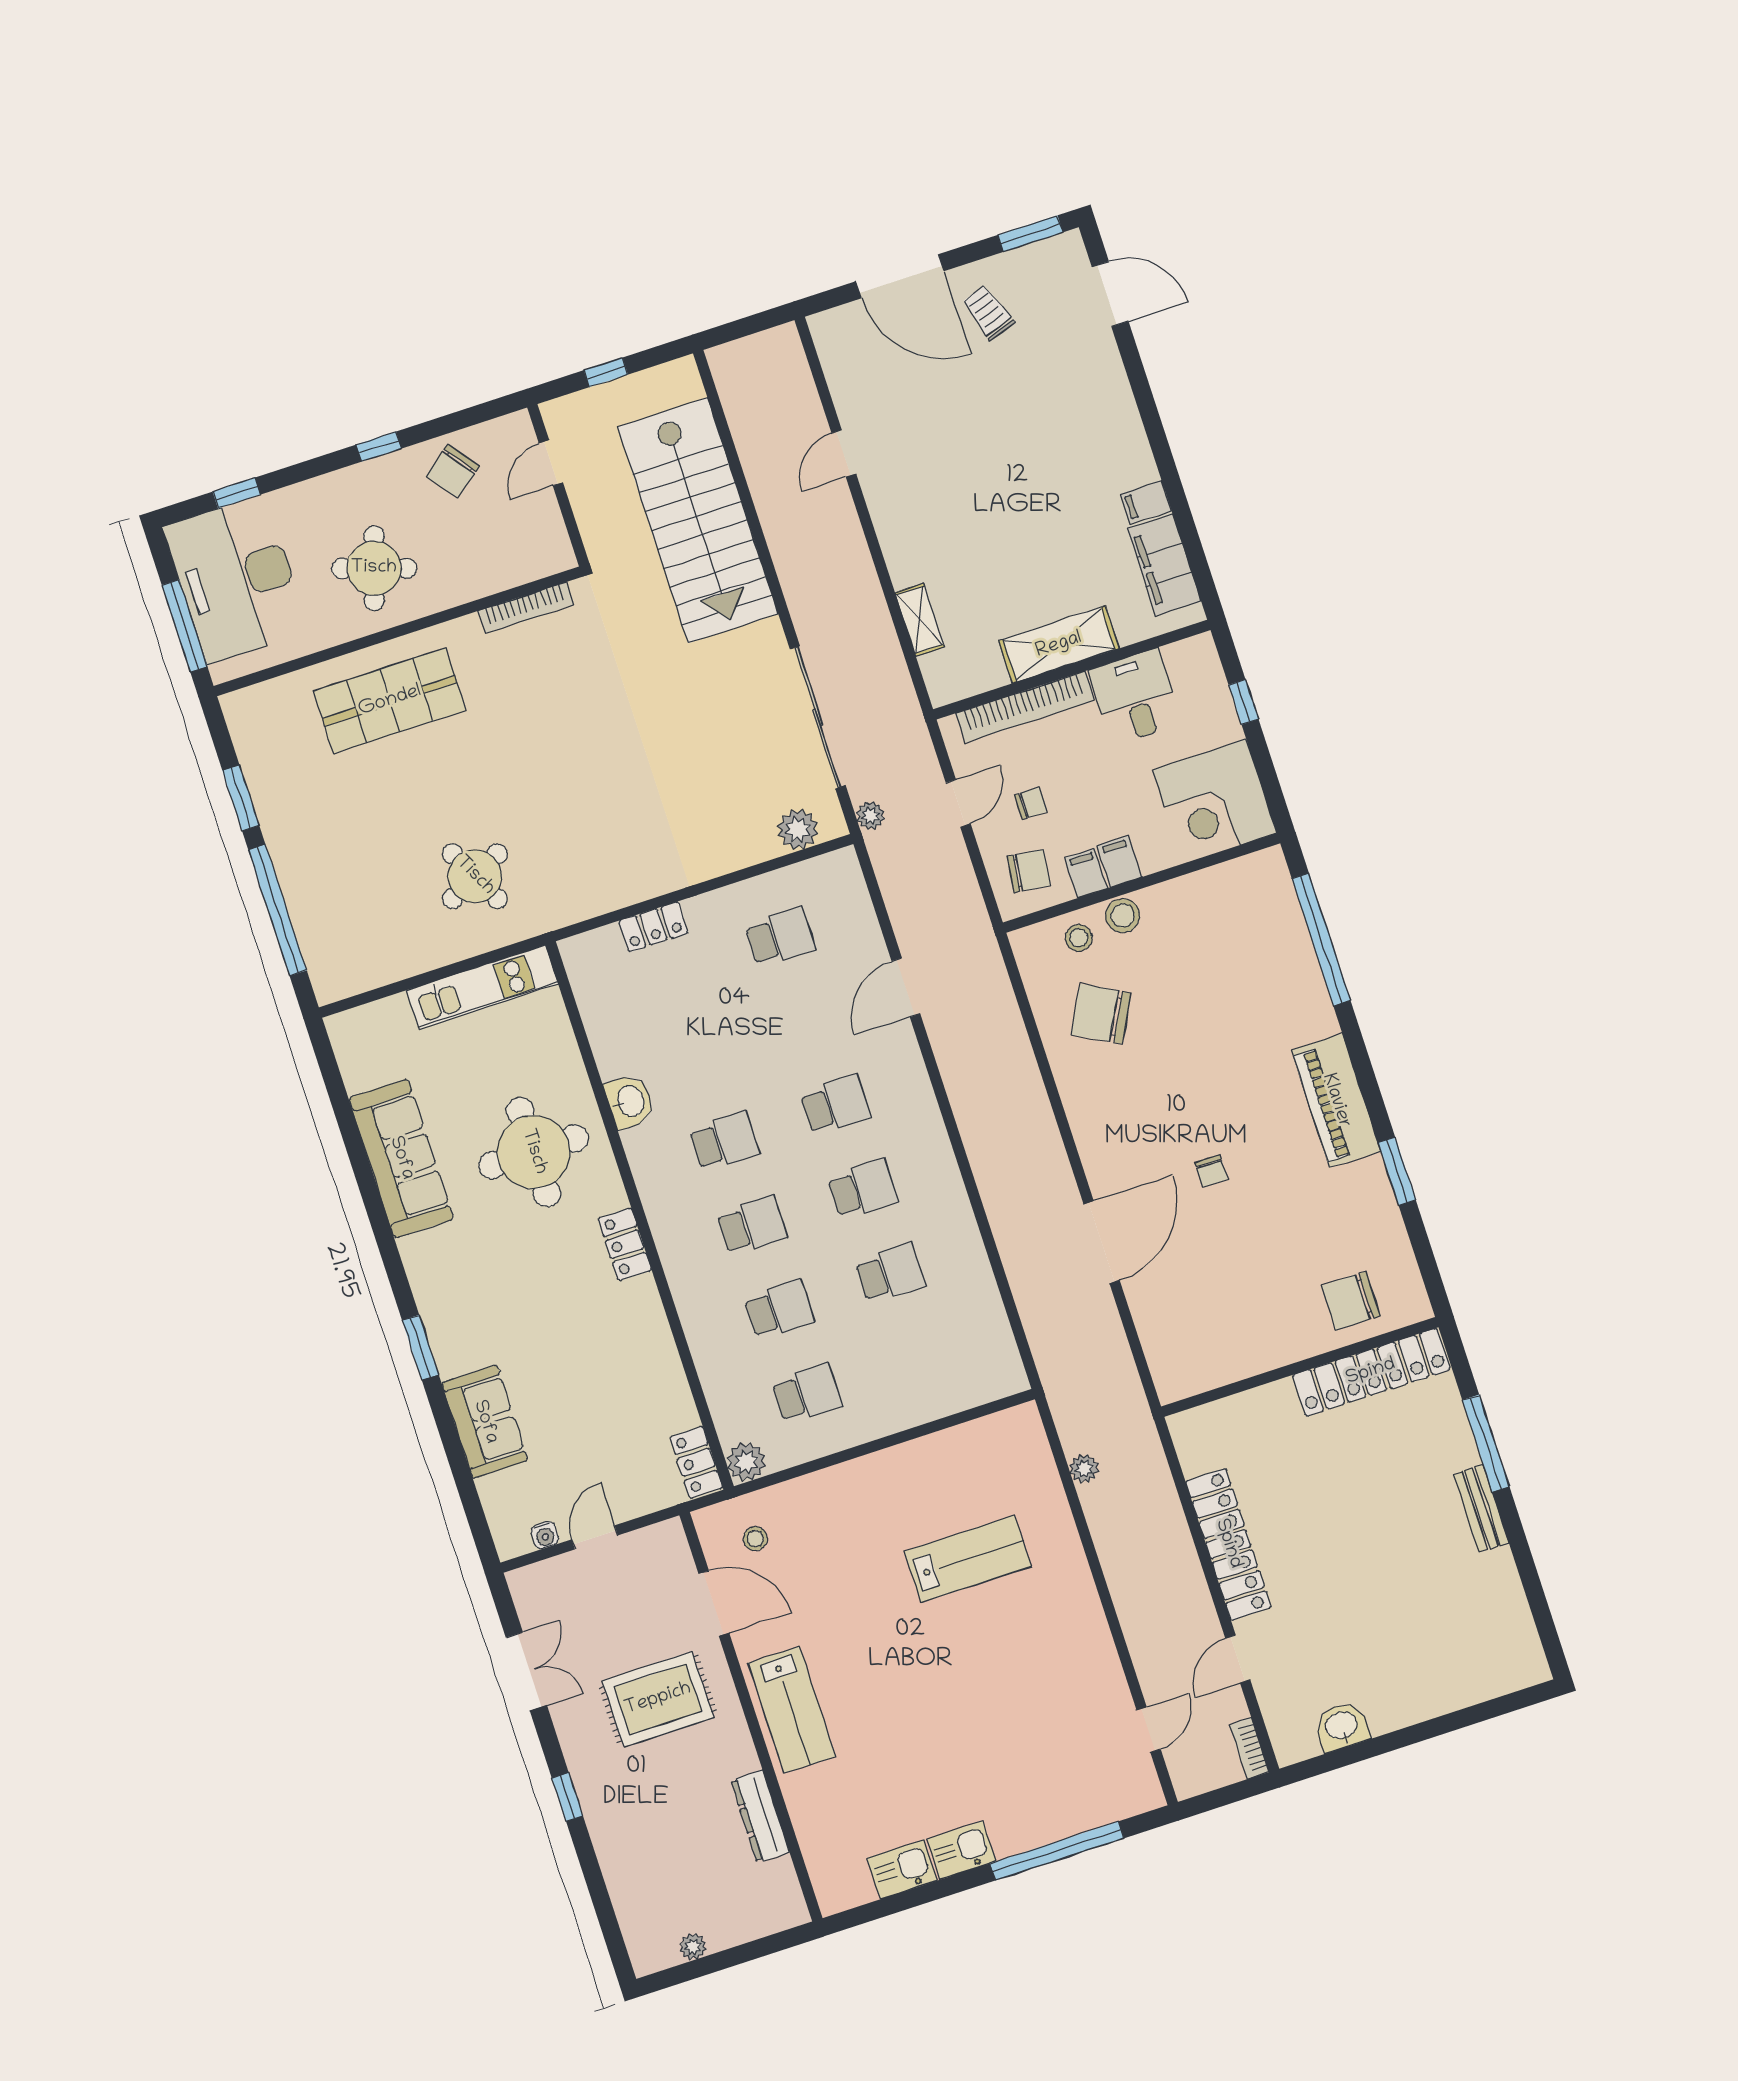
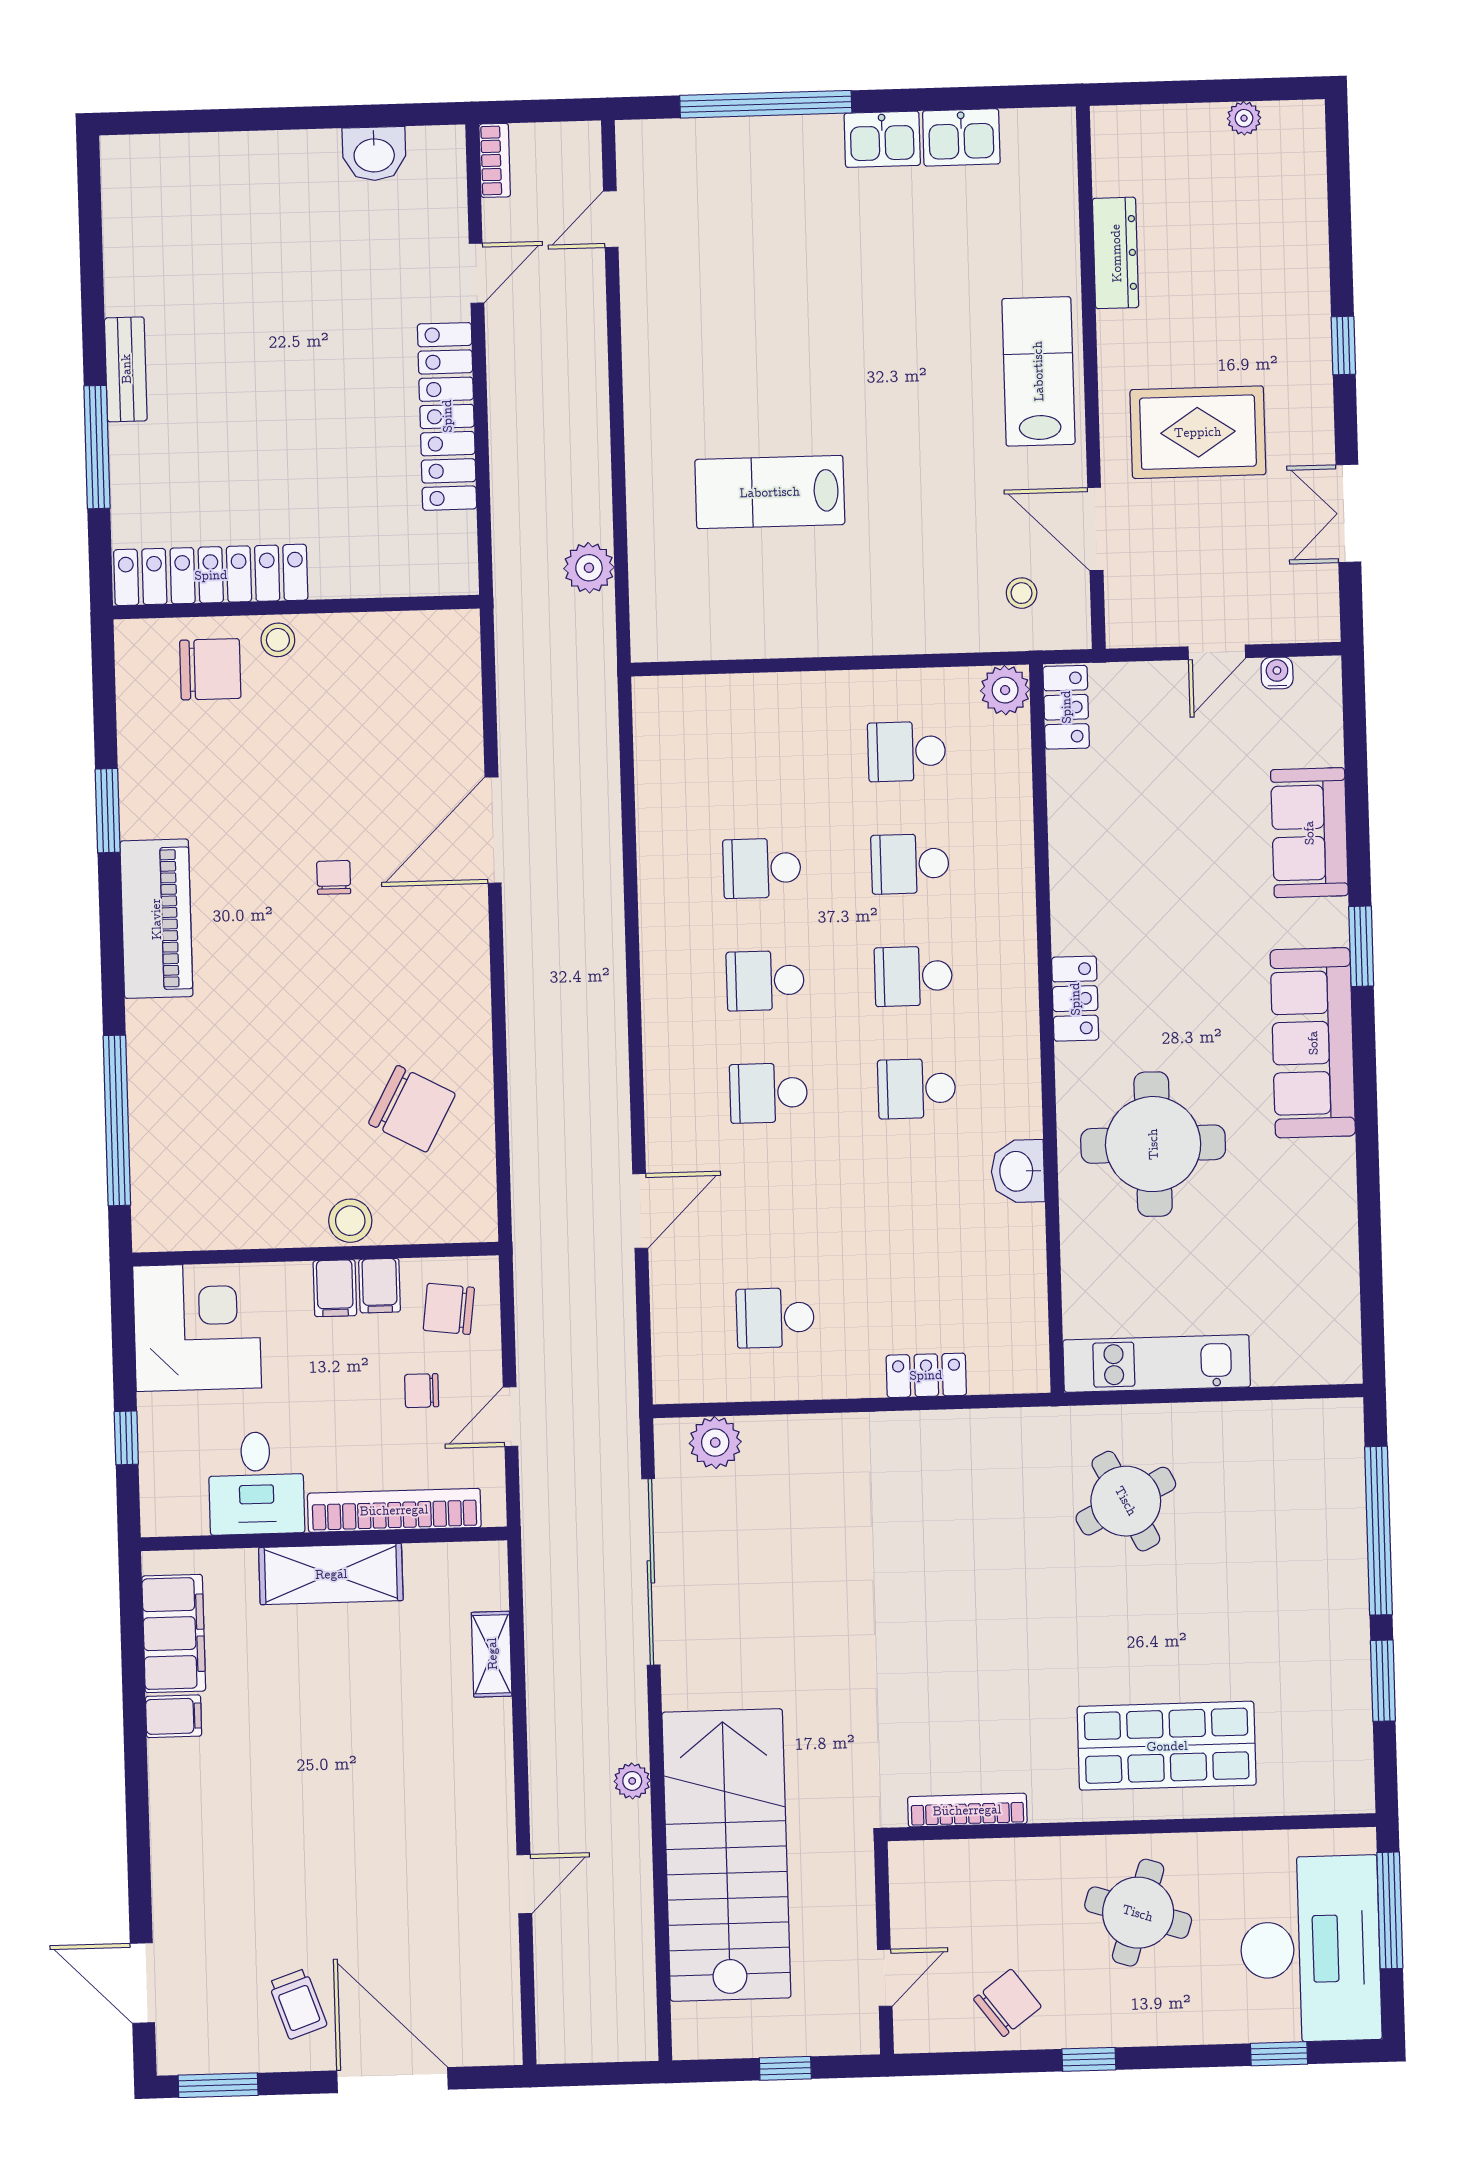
plant: (870, 816) -> (632, 1781), moved
stool: (1079, 938) -> (278, 640), moved
sofa: (401, 1158) -> (1313, 1043), moved
plant: (1084, 1468) -> (589, 568), width x1.38, depth x1.38

